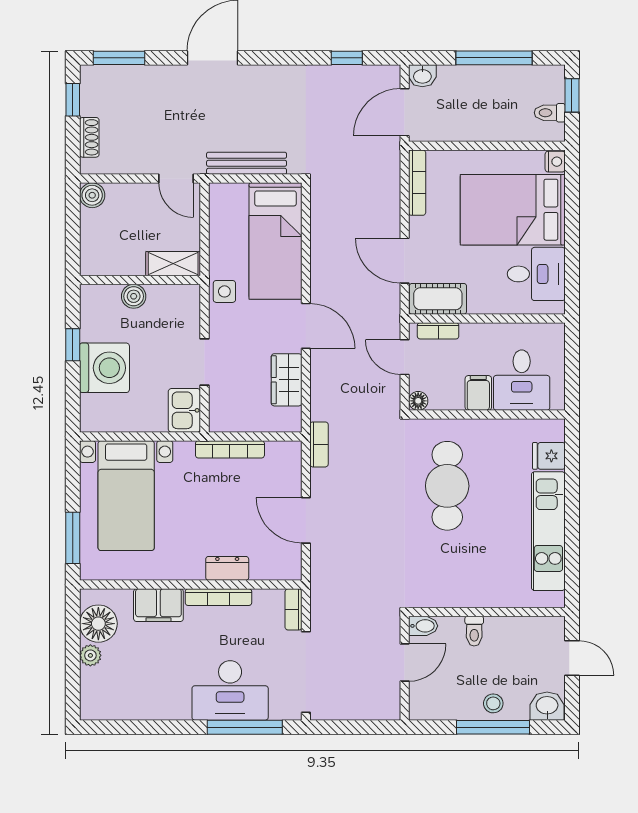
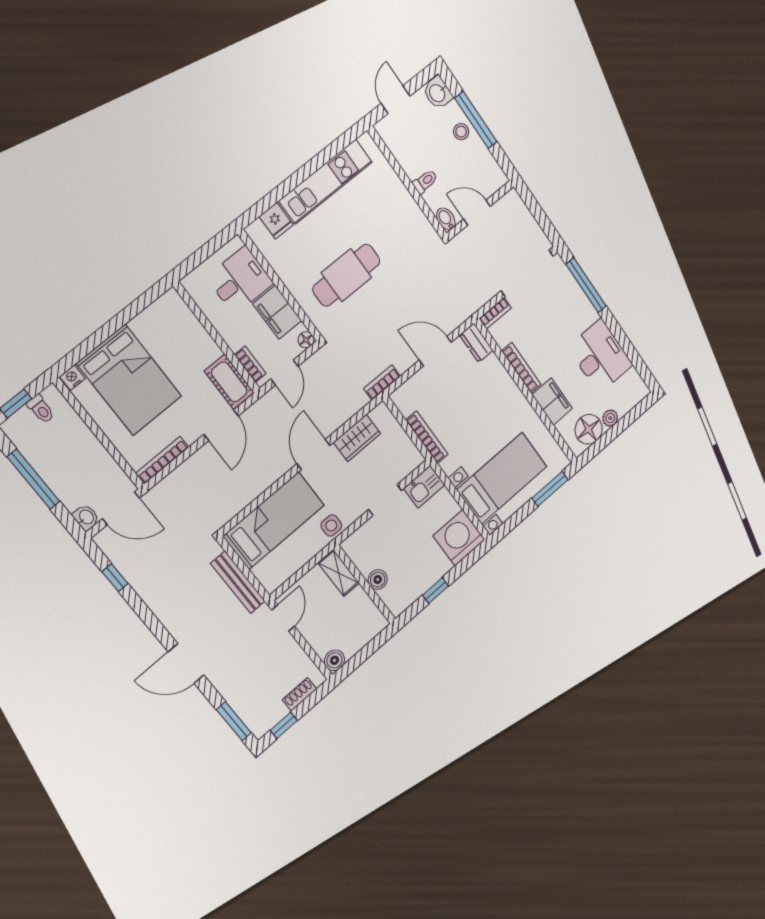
desk: (536, 274) -> (161, 328), removed
washing machine: (104, 368) -> (459, 538), moved
filing cabinet: (478, 393) -> (277, 312), width x2.00
door: (306, 520) -> (435, 351), swing flipped
dresser: (227, 568) -> (476, 343), moved
desk: (230, 690) -> (600, 356), moved

